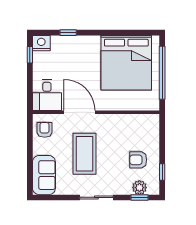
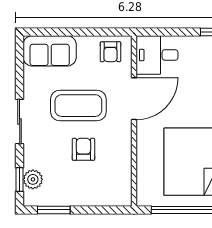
armchair: (45, 130) -> (110, 52), turned 90
armchair: (138, 160) -> (83, 149), moved
window: (162, 172) -> (54, 210), width x1.50

